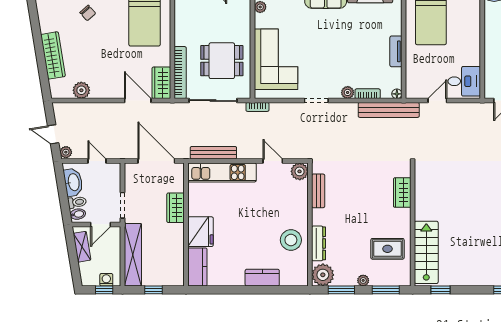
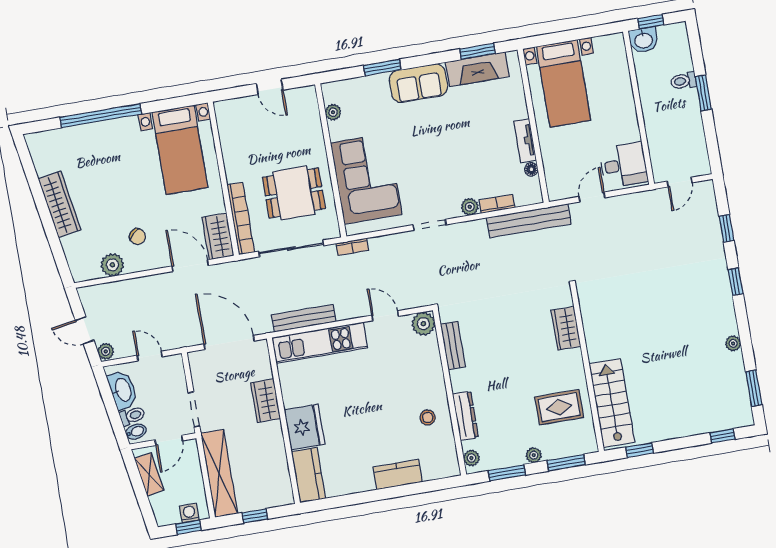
chair: (88, 13) -> (137, 237), moved
wardrobe: (53, 55) -> (59, 204), moved
floor lamp: (397, 94) -> (531, 169), moved
stool: (291, 240) -> (428, 417), width x0.53, depth x0.53
plant: (323, 275) -> (471, 458), width x0.53, depth x0.53

